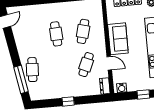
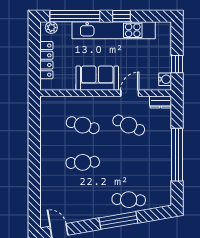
window: (21, 79) -> (118, 220), moved
window: (143, 94) -> (177, 64), moved
window: (68, 101) -> (177, 155), width x3.17

